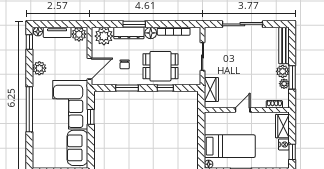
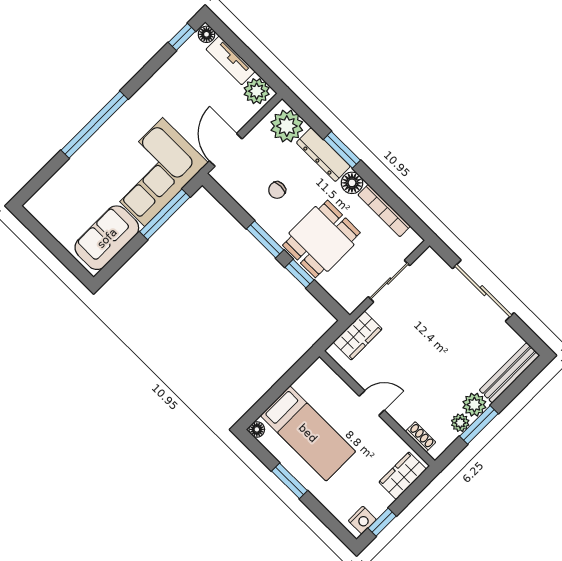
dining table: (160, 66) -> (321, 239), turned 90
plant: (39, 68) -> (161, 84), removed
door: (90, 69) -> (226, 150), swing flipped
window: (127, 88) -> (265, 239), moved
window: (91, 117) -> (165, 214), width x2.17
nightstand: (284, 144) -> (362, 520), moved

